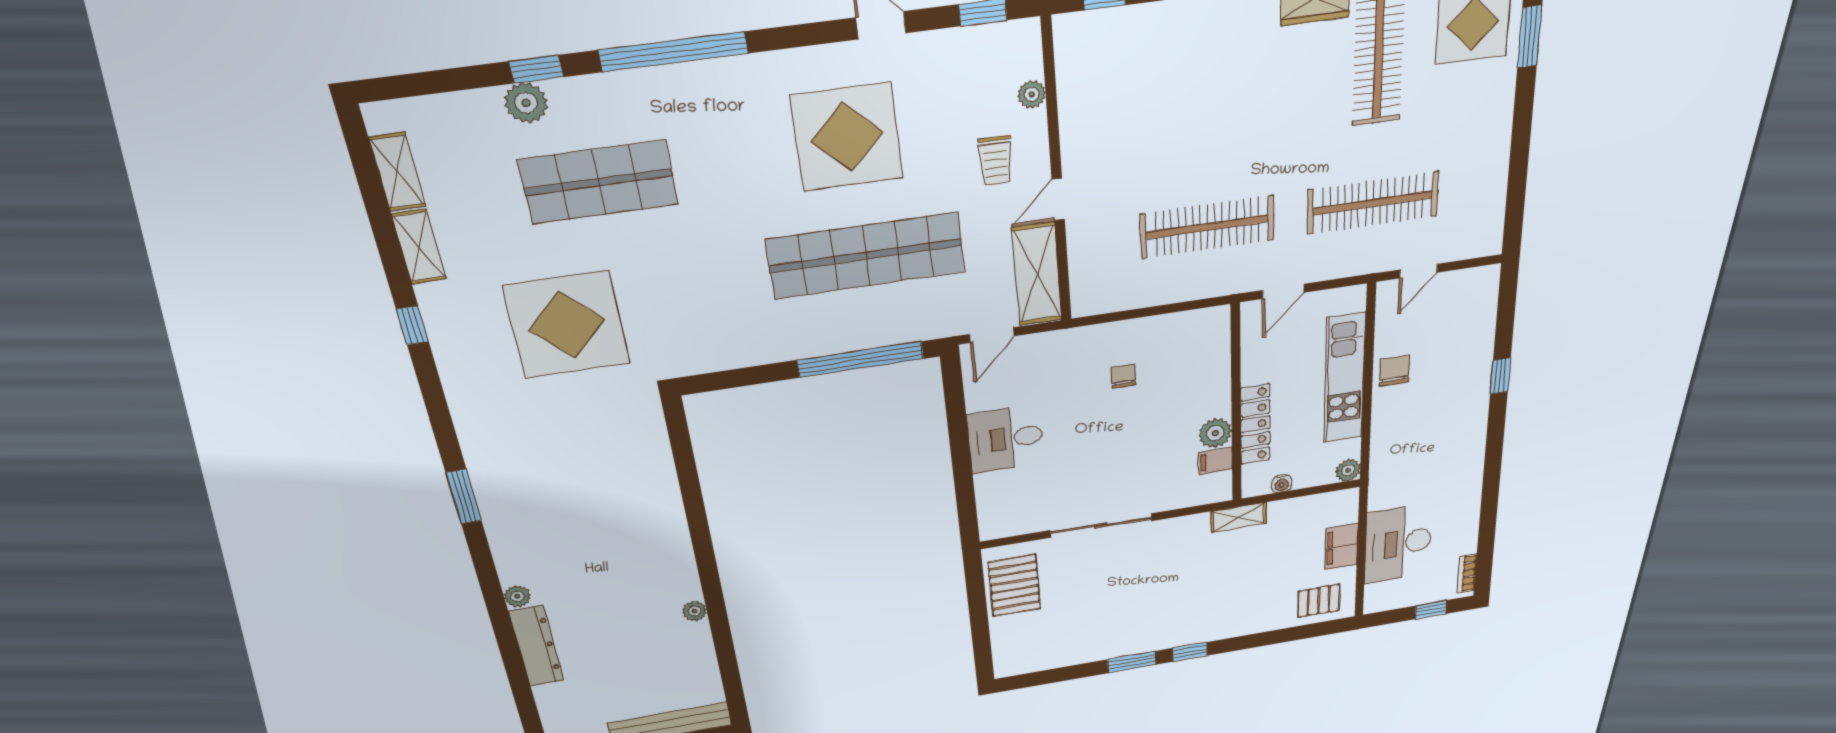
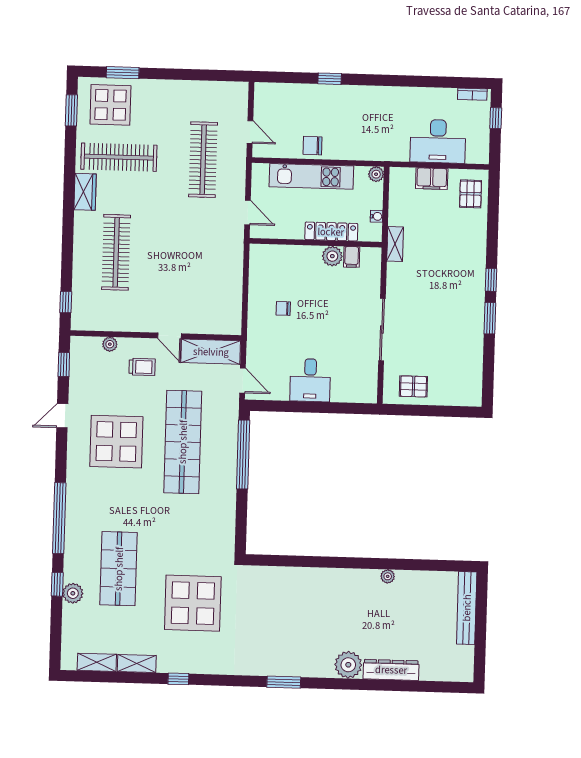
clothes rail: (1207, 227) -> (116, 252), moved
pallet: (1014, 585) -> (413, 386), width x0.67, depth x0.71
plant: (517, 596) -> (348, 665), width x1.88, depth x1.88

